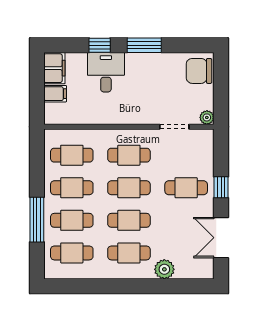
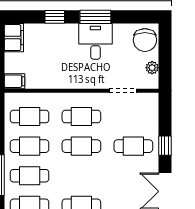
chair: (199, 71) -> (145, 40), turned -90
desk: (106, 72) -> (95, 41), moved
filing cabinet: (55, 94) -> (14, 81), moved
plant: (207, 117) -> (152, 68), moved
cafe table: (129, 220) -> (81, 176), removed

